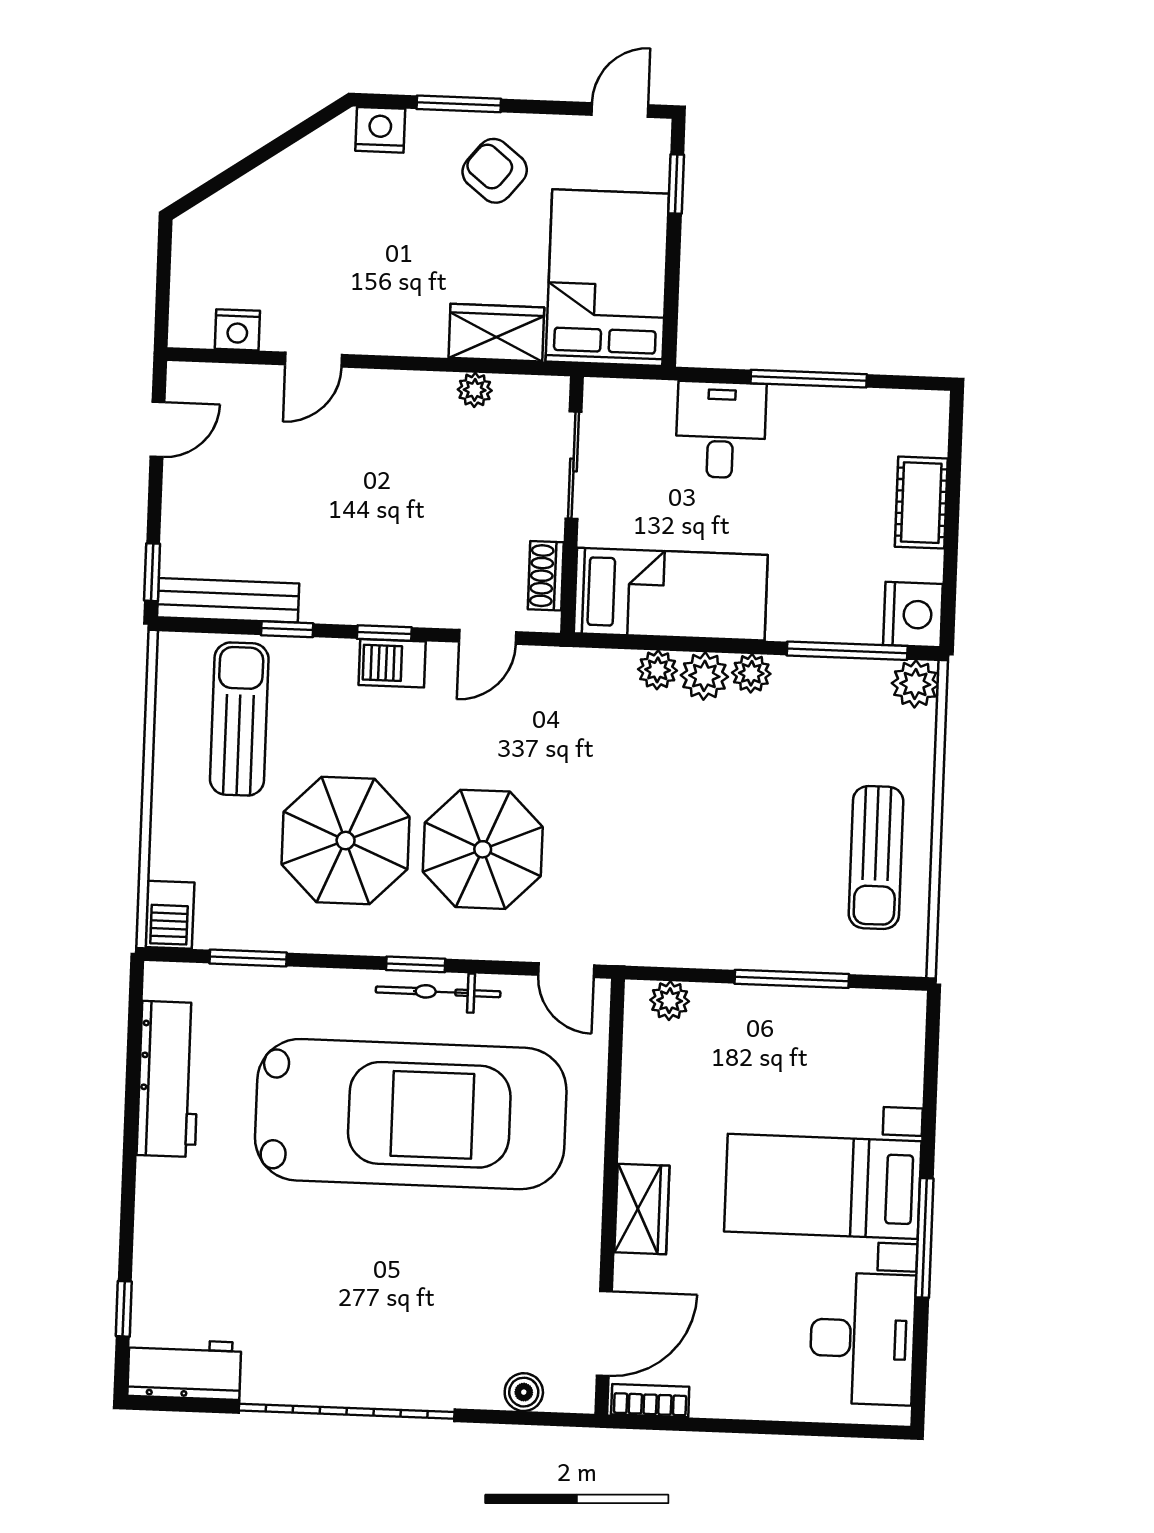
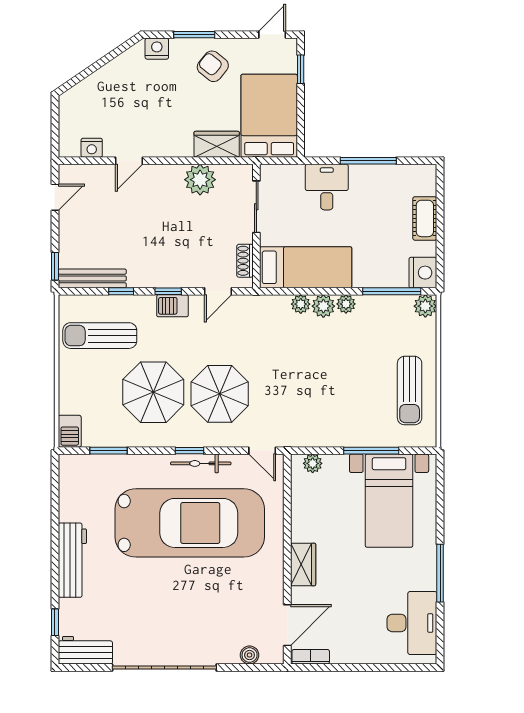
plant: (475, 390) -> (200, 180), width x1.88, depth x1.88
sun lounger: (239, 719) -> (100, 336), turned -90
workbench: (168, 1079) -> (72, 560), moved
bed with nightstands: (823, 1186) -> (389, 501), moved, turned -90

